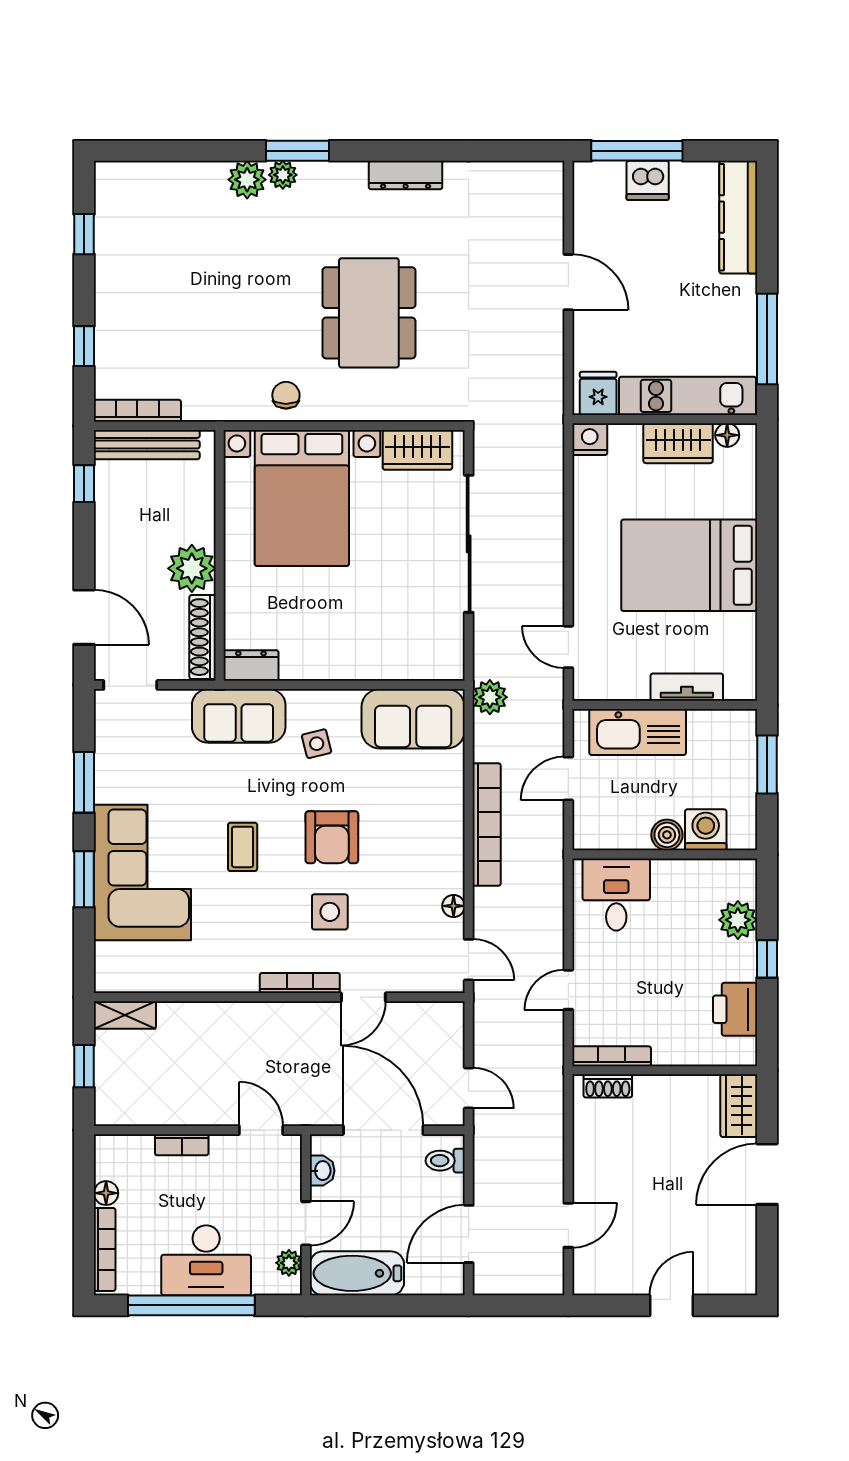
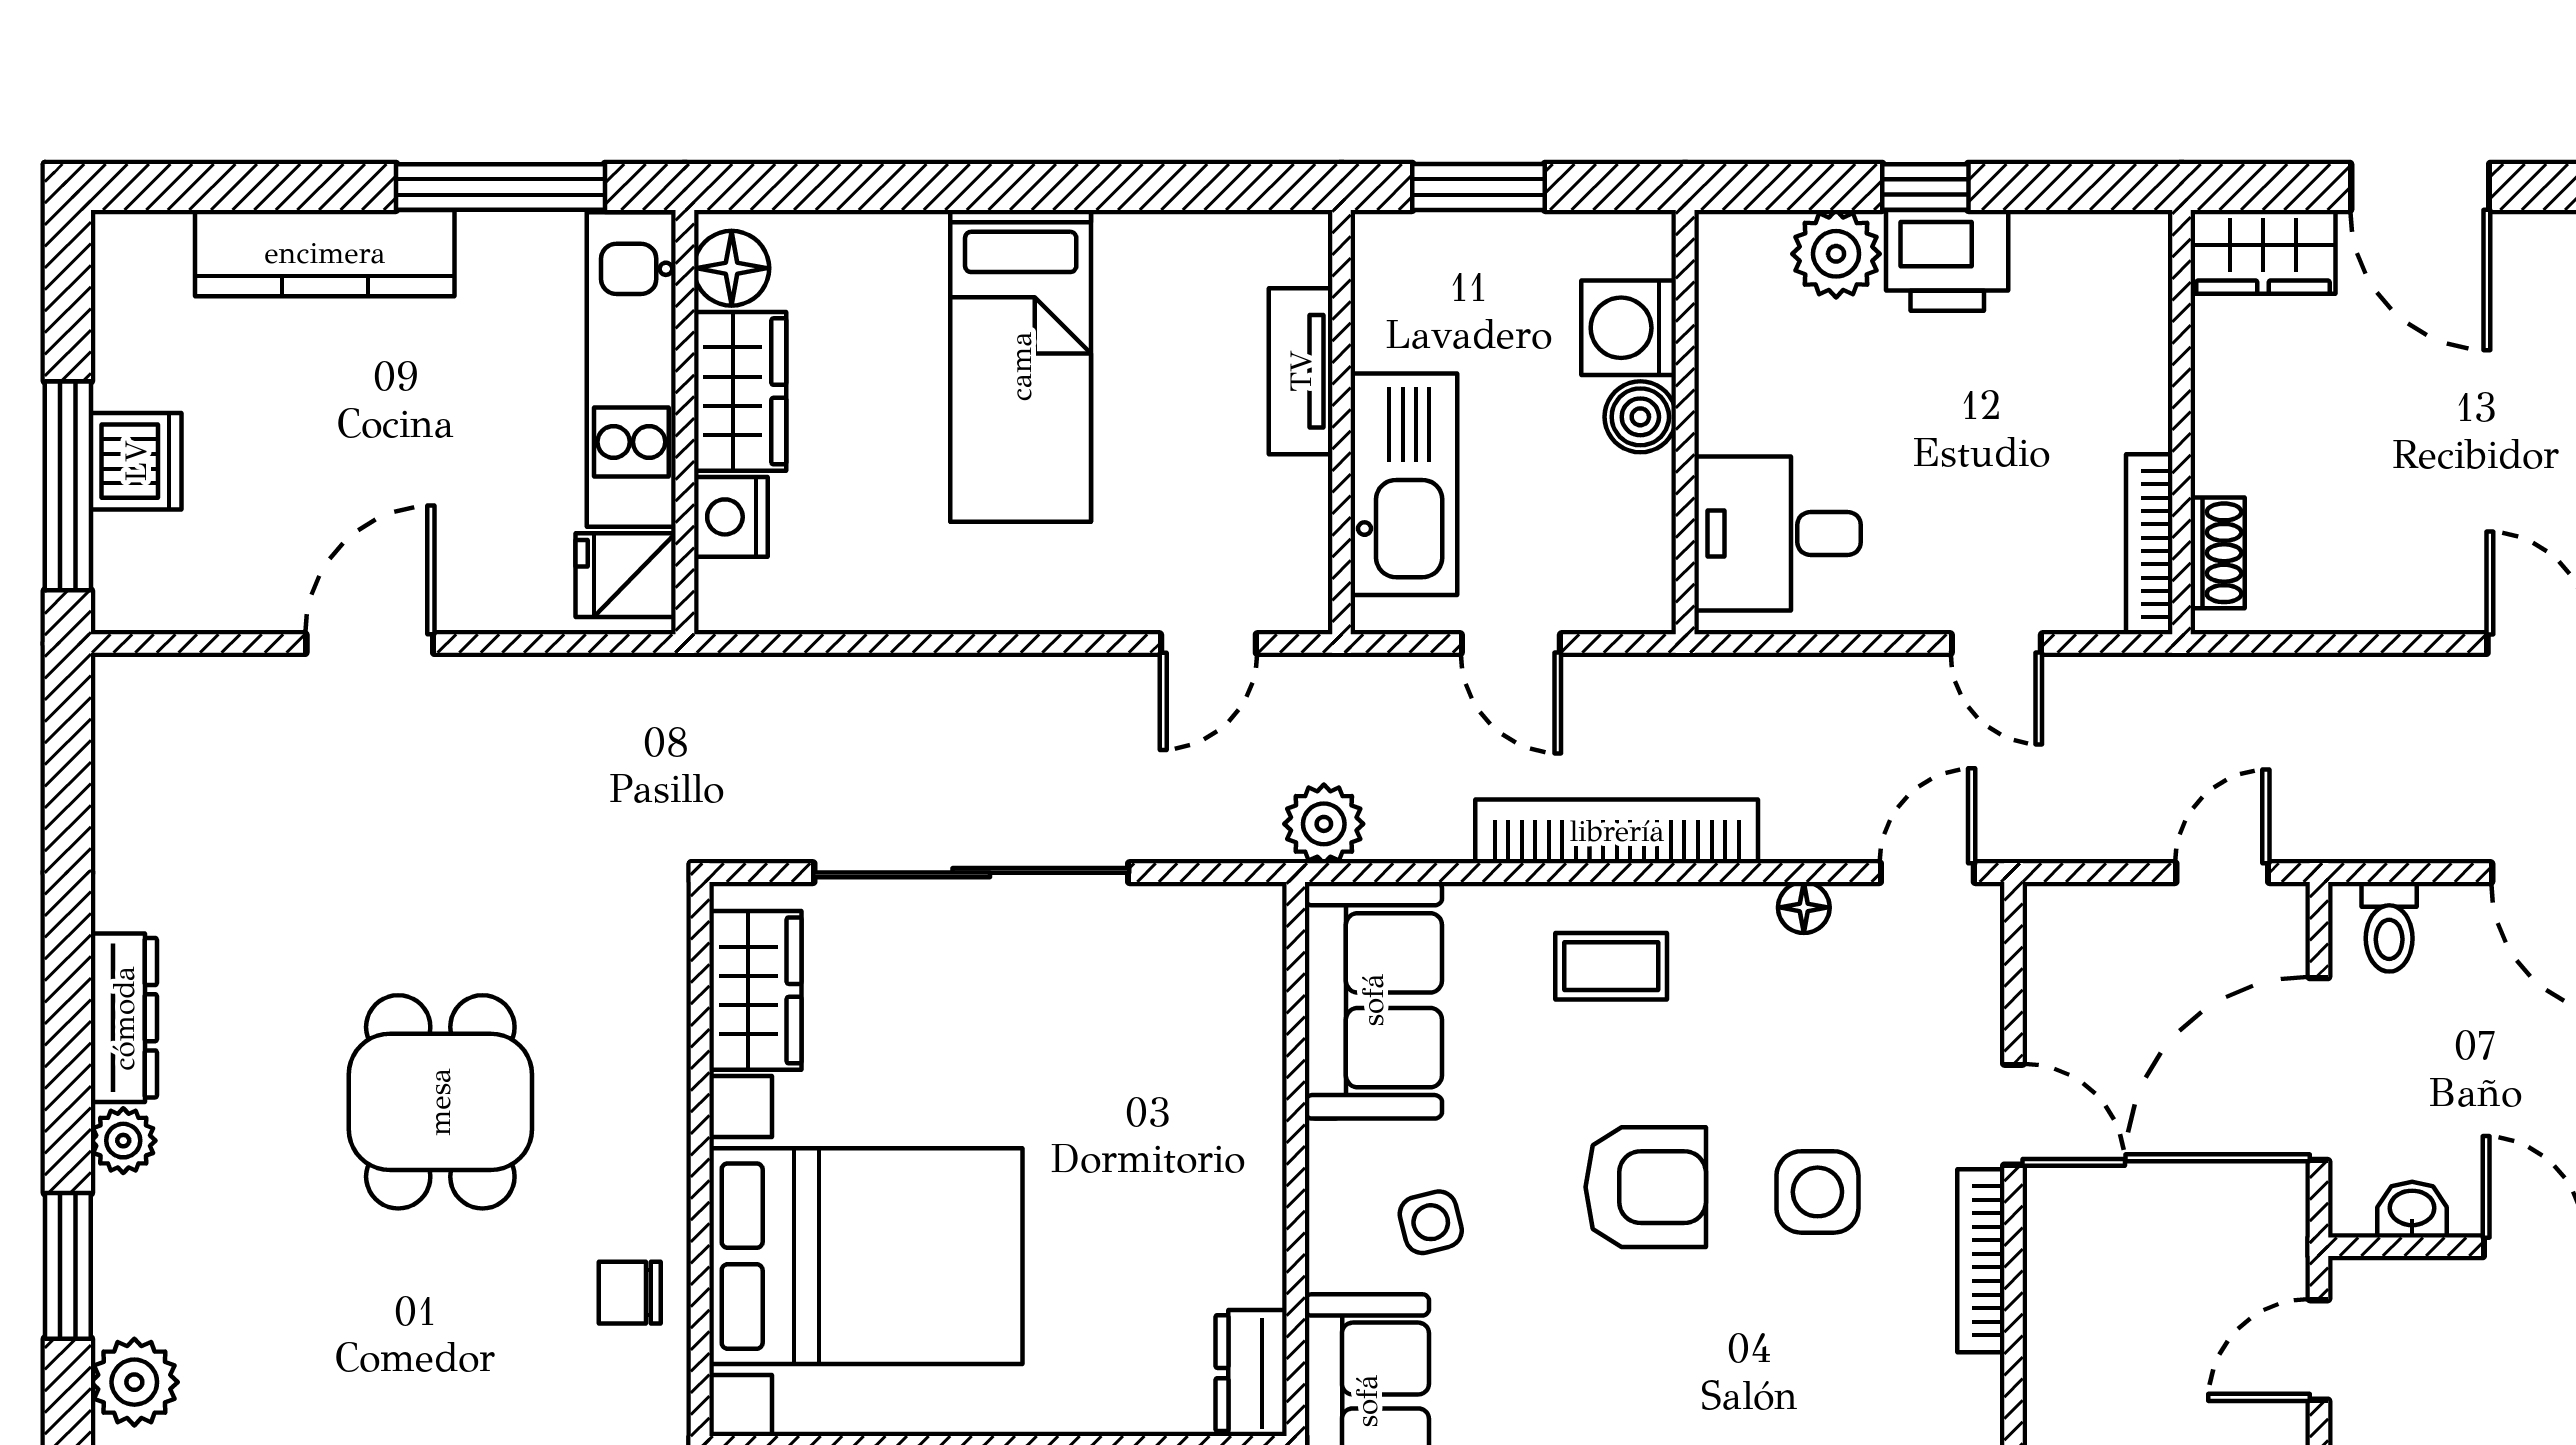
plant: (283, 175) -> (123, 1141), moved
kitchen counter: (738, 217) -> (325, 253), moved
dining table: (369, 313) -> (440, 1102), width x0.73
floor lamp: (727, 435) -> (732, 268), width x1.37, depth x1.37
nightstand: (590, 439) -> (731, 517), moved
bed: (689, 565) -> (1021, 366), width x0.67
coffee table: (243, 847) -> (1611, 966), moved
printer: (735, 1009) -> (1947, 260), moved

